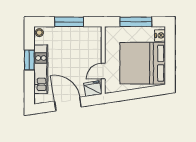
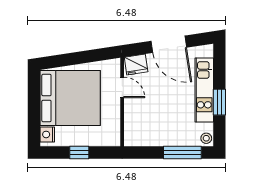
window: (69, 22) -> (182, 152), moved
window: (136, 22) -> (79, 152), width x0.46
door: (103, 71) -> (122, 87), hinge flipped

